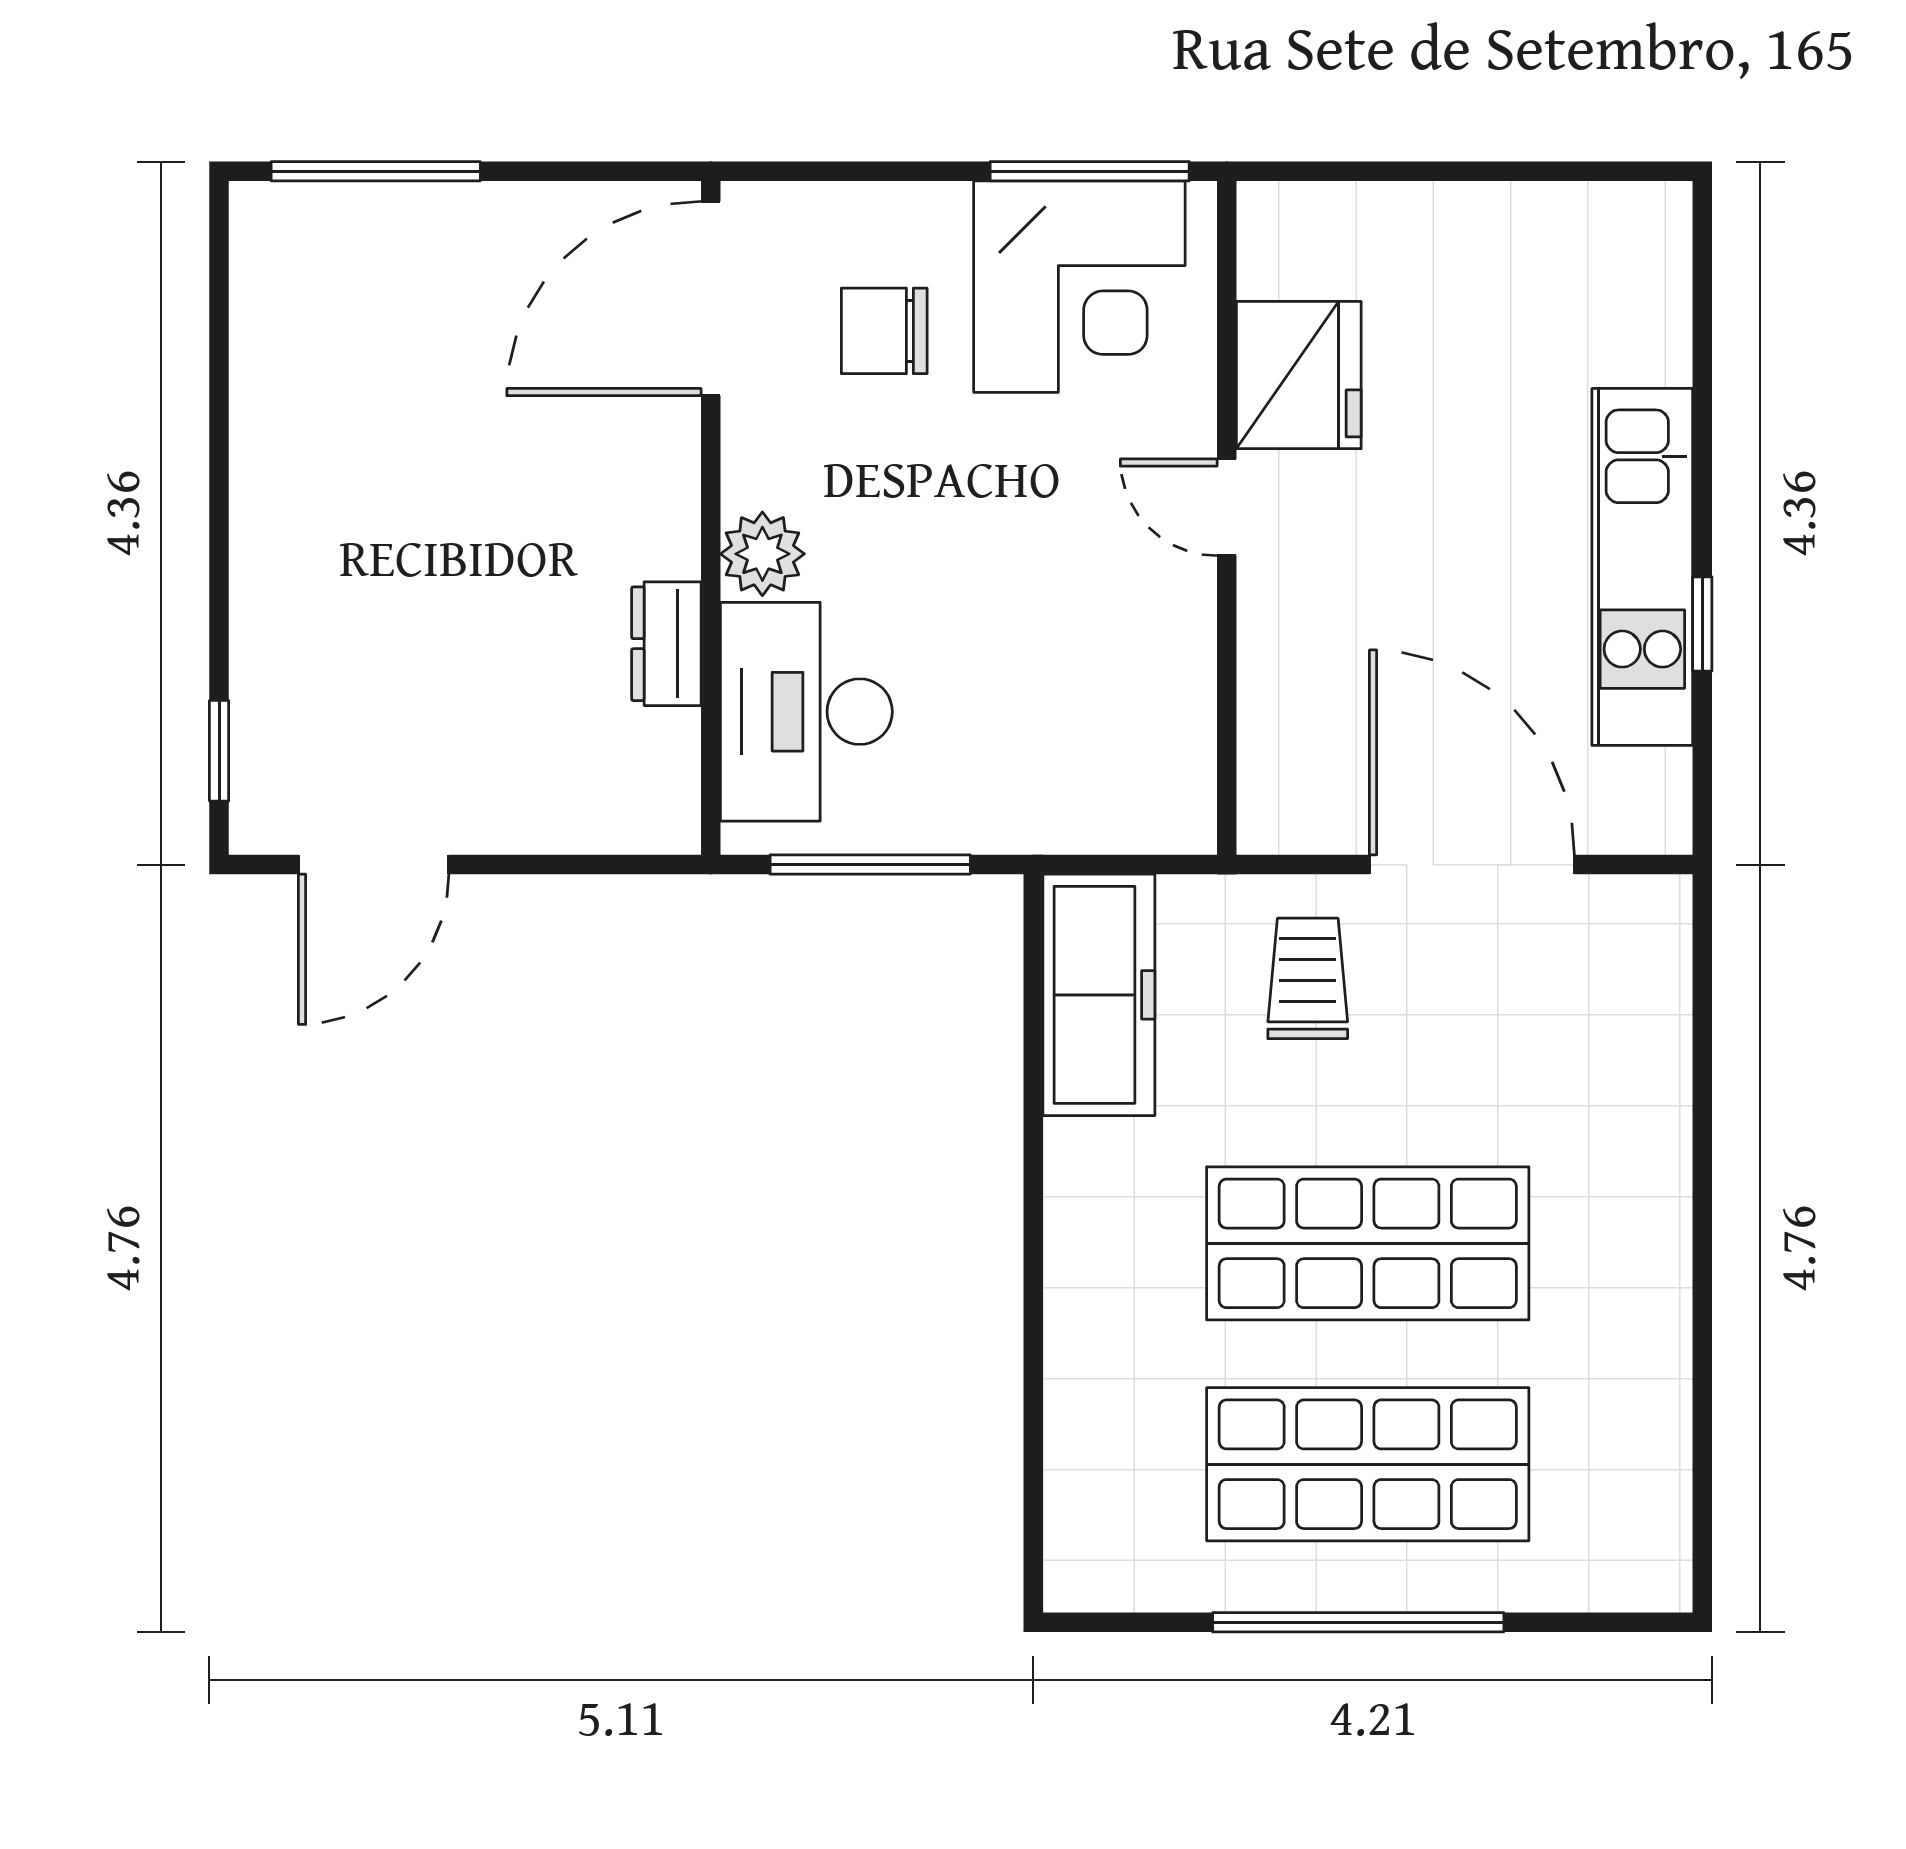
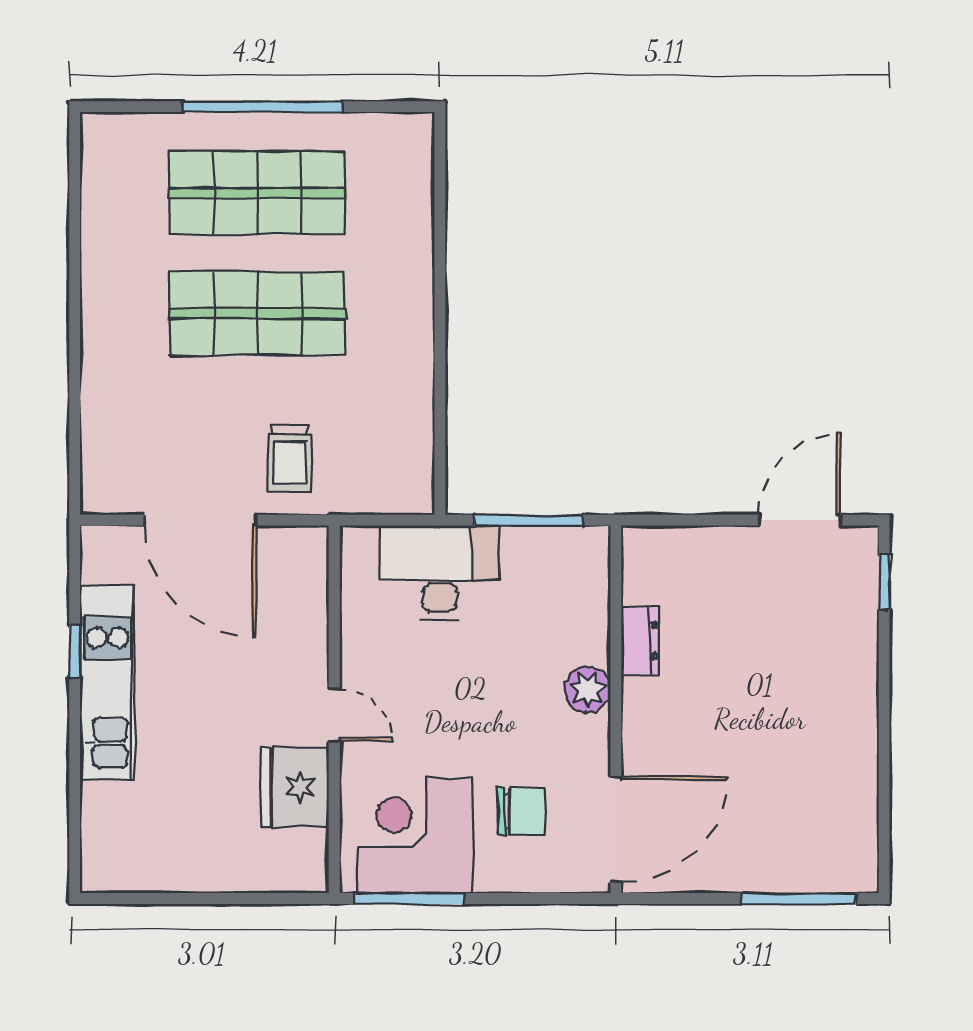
desk: (806, 712) -> (440, 572), moved, turned -90
freezer: (1099, 995) -> (404, 449), removed

